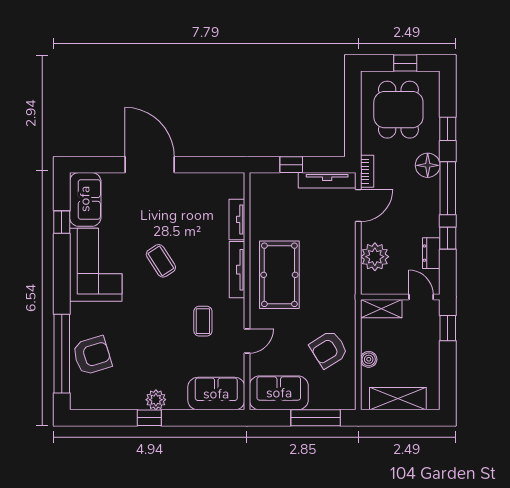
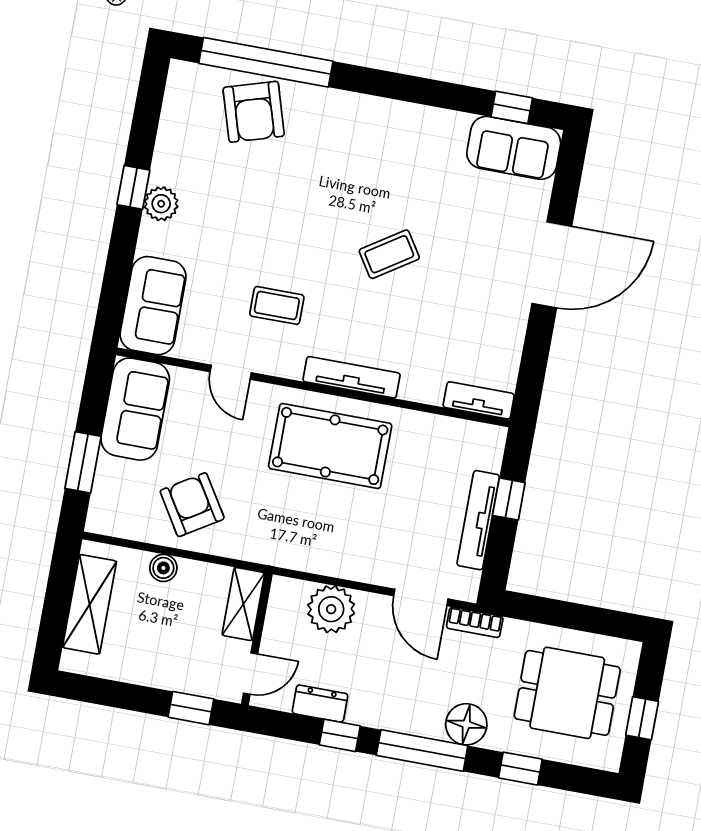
tv unit: (327, 180) -> (478, 520), moved
tv unit: (237, 219) -> (479, 400), moved
window: (62, 222) -> (512, 107), moved
corner sofa: (96, 265) -> (403, 145), removed
window: (316, 418) -> (83, 462), width x0.69

